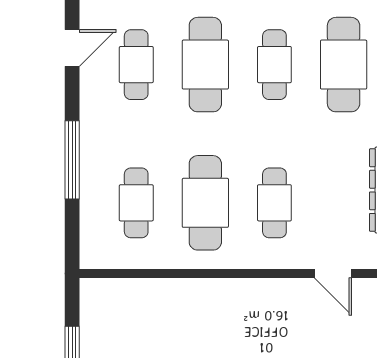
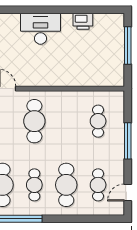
cafe table: (205, 203) -> (66, 121), removed
cafe table: (274, 203) -> (34, 121), width x1.37, depth x1.35

